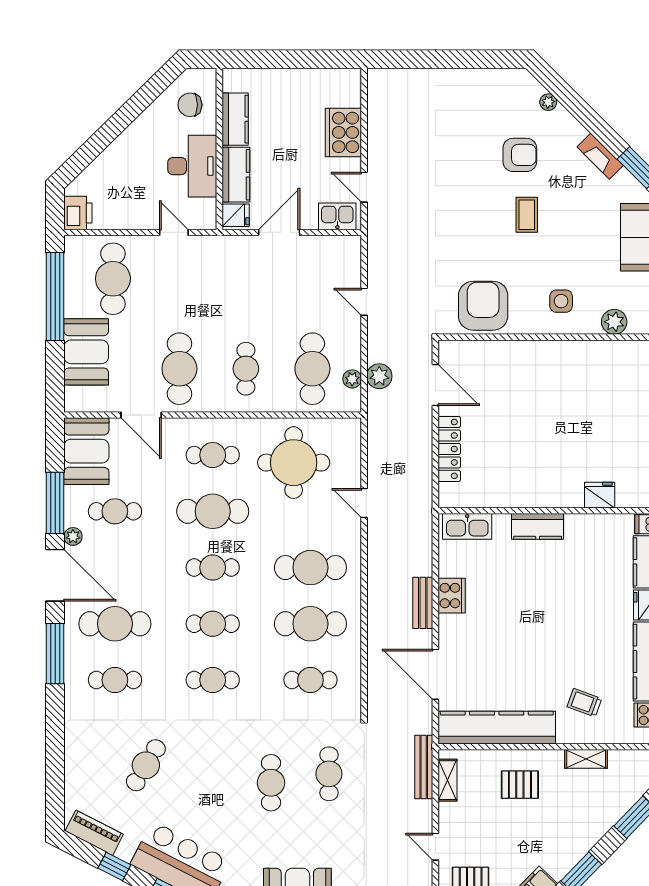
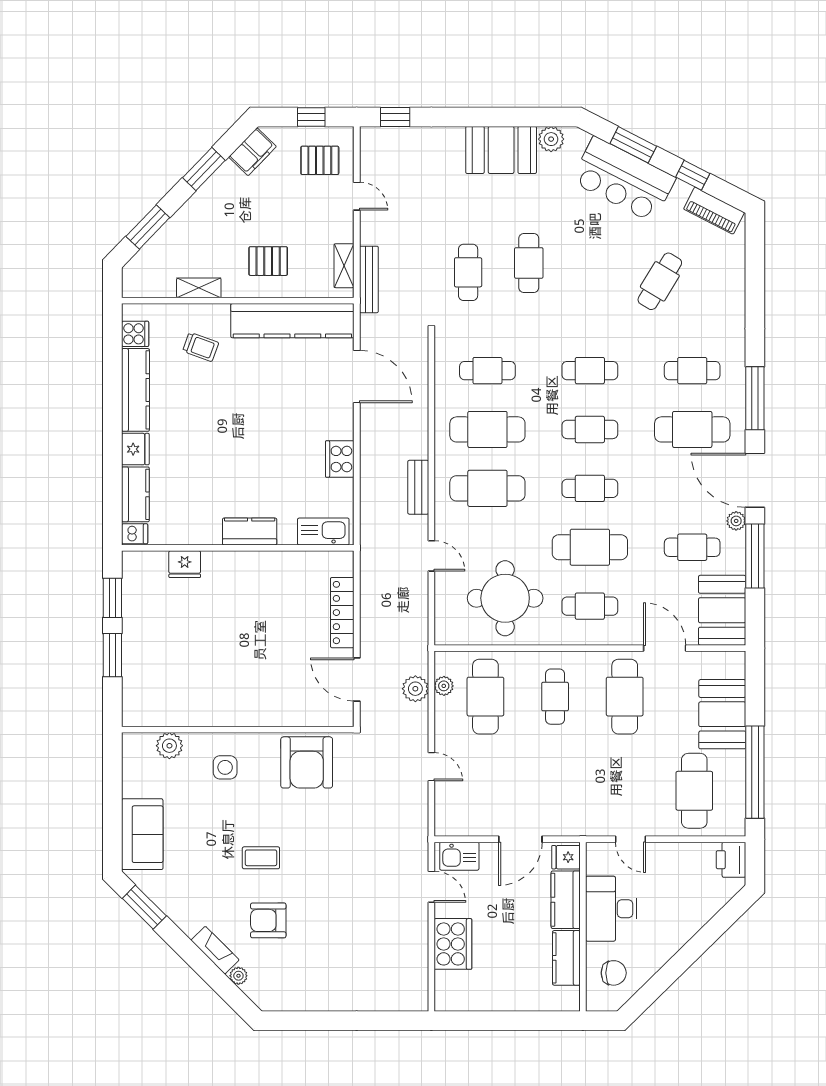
fireplace: (600, 156) -> (215, 950), moved
coffee table: (527, 215) -> (261, 858), turned 90
bench: (423, 603) -> (418, 487), moved

